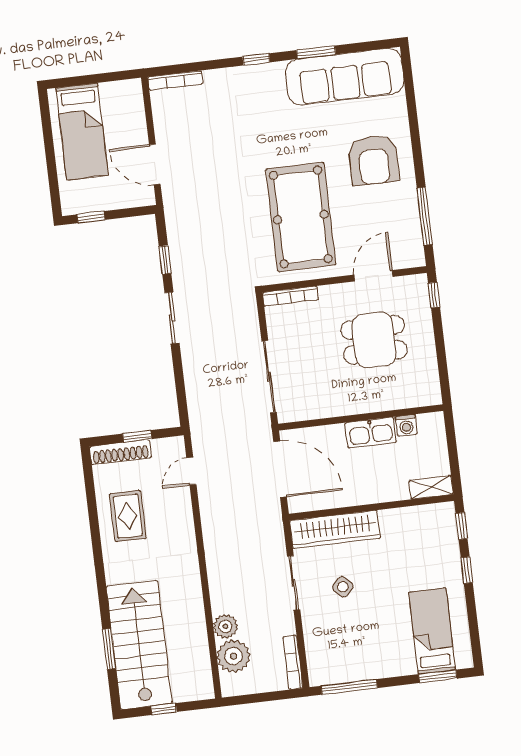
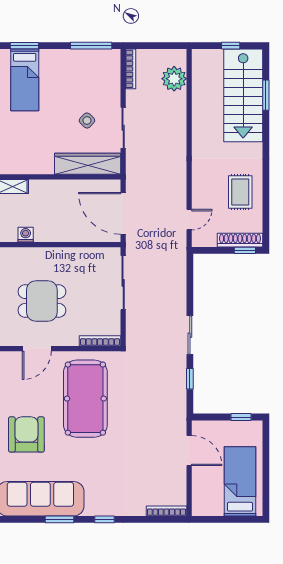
kitchen sink: (371, 433) -> (53, 232), removed
window: (137, 436) -> (245, 250), moved
plant: (225, 626) -> (178, 102), removed

